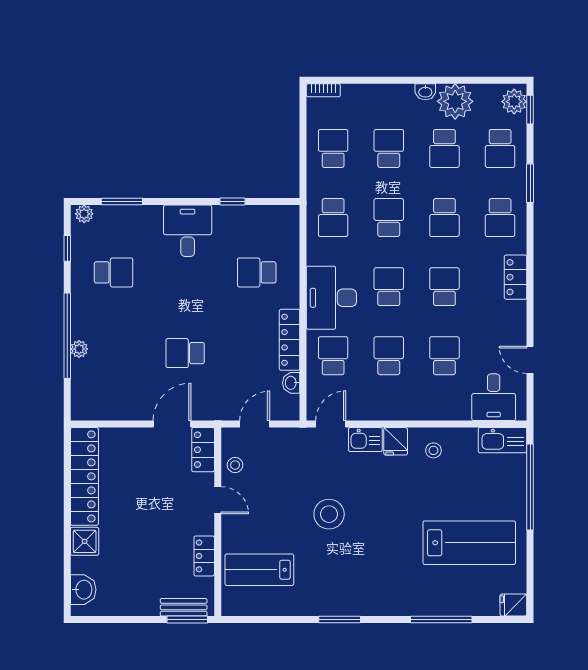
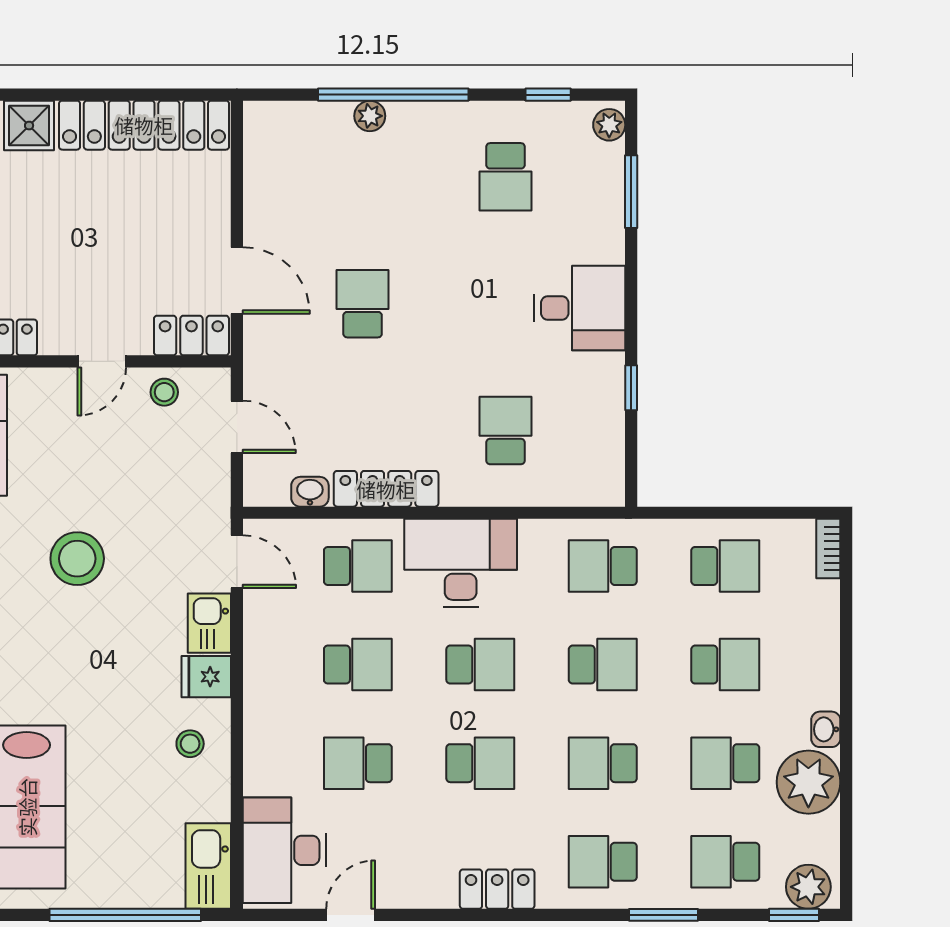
school desk: (444, 356) -> (358, 763), turned 180
desk: (494, 397) -> (284, 850), width x1.37

